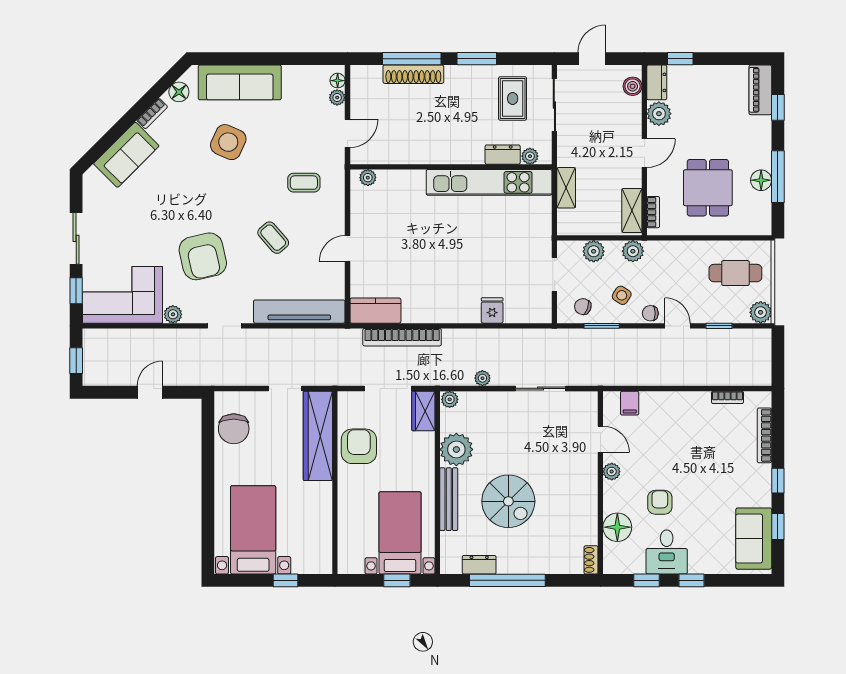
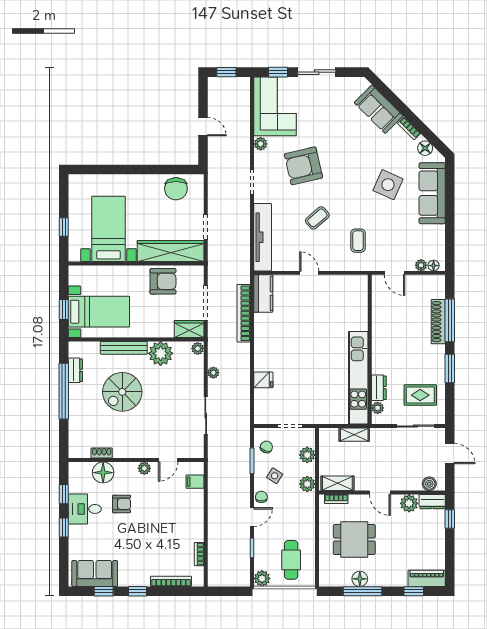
plant: (368, 178) -> (362, 288), removed
chair: (234, 429) -> (176, 189), turned -90
bed with nightstands: (253, 530) -> (109, 229), moved, turned -90
shoe rack: (591, 560) -> (102, 453), moved

